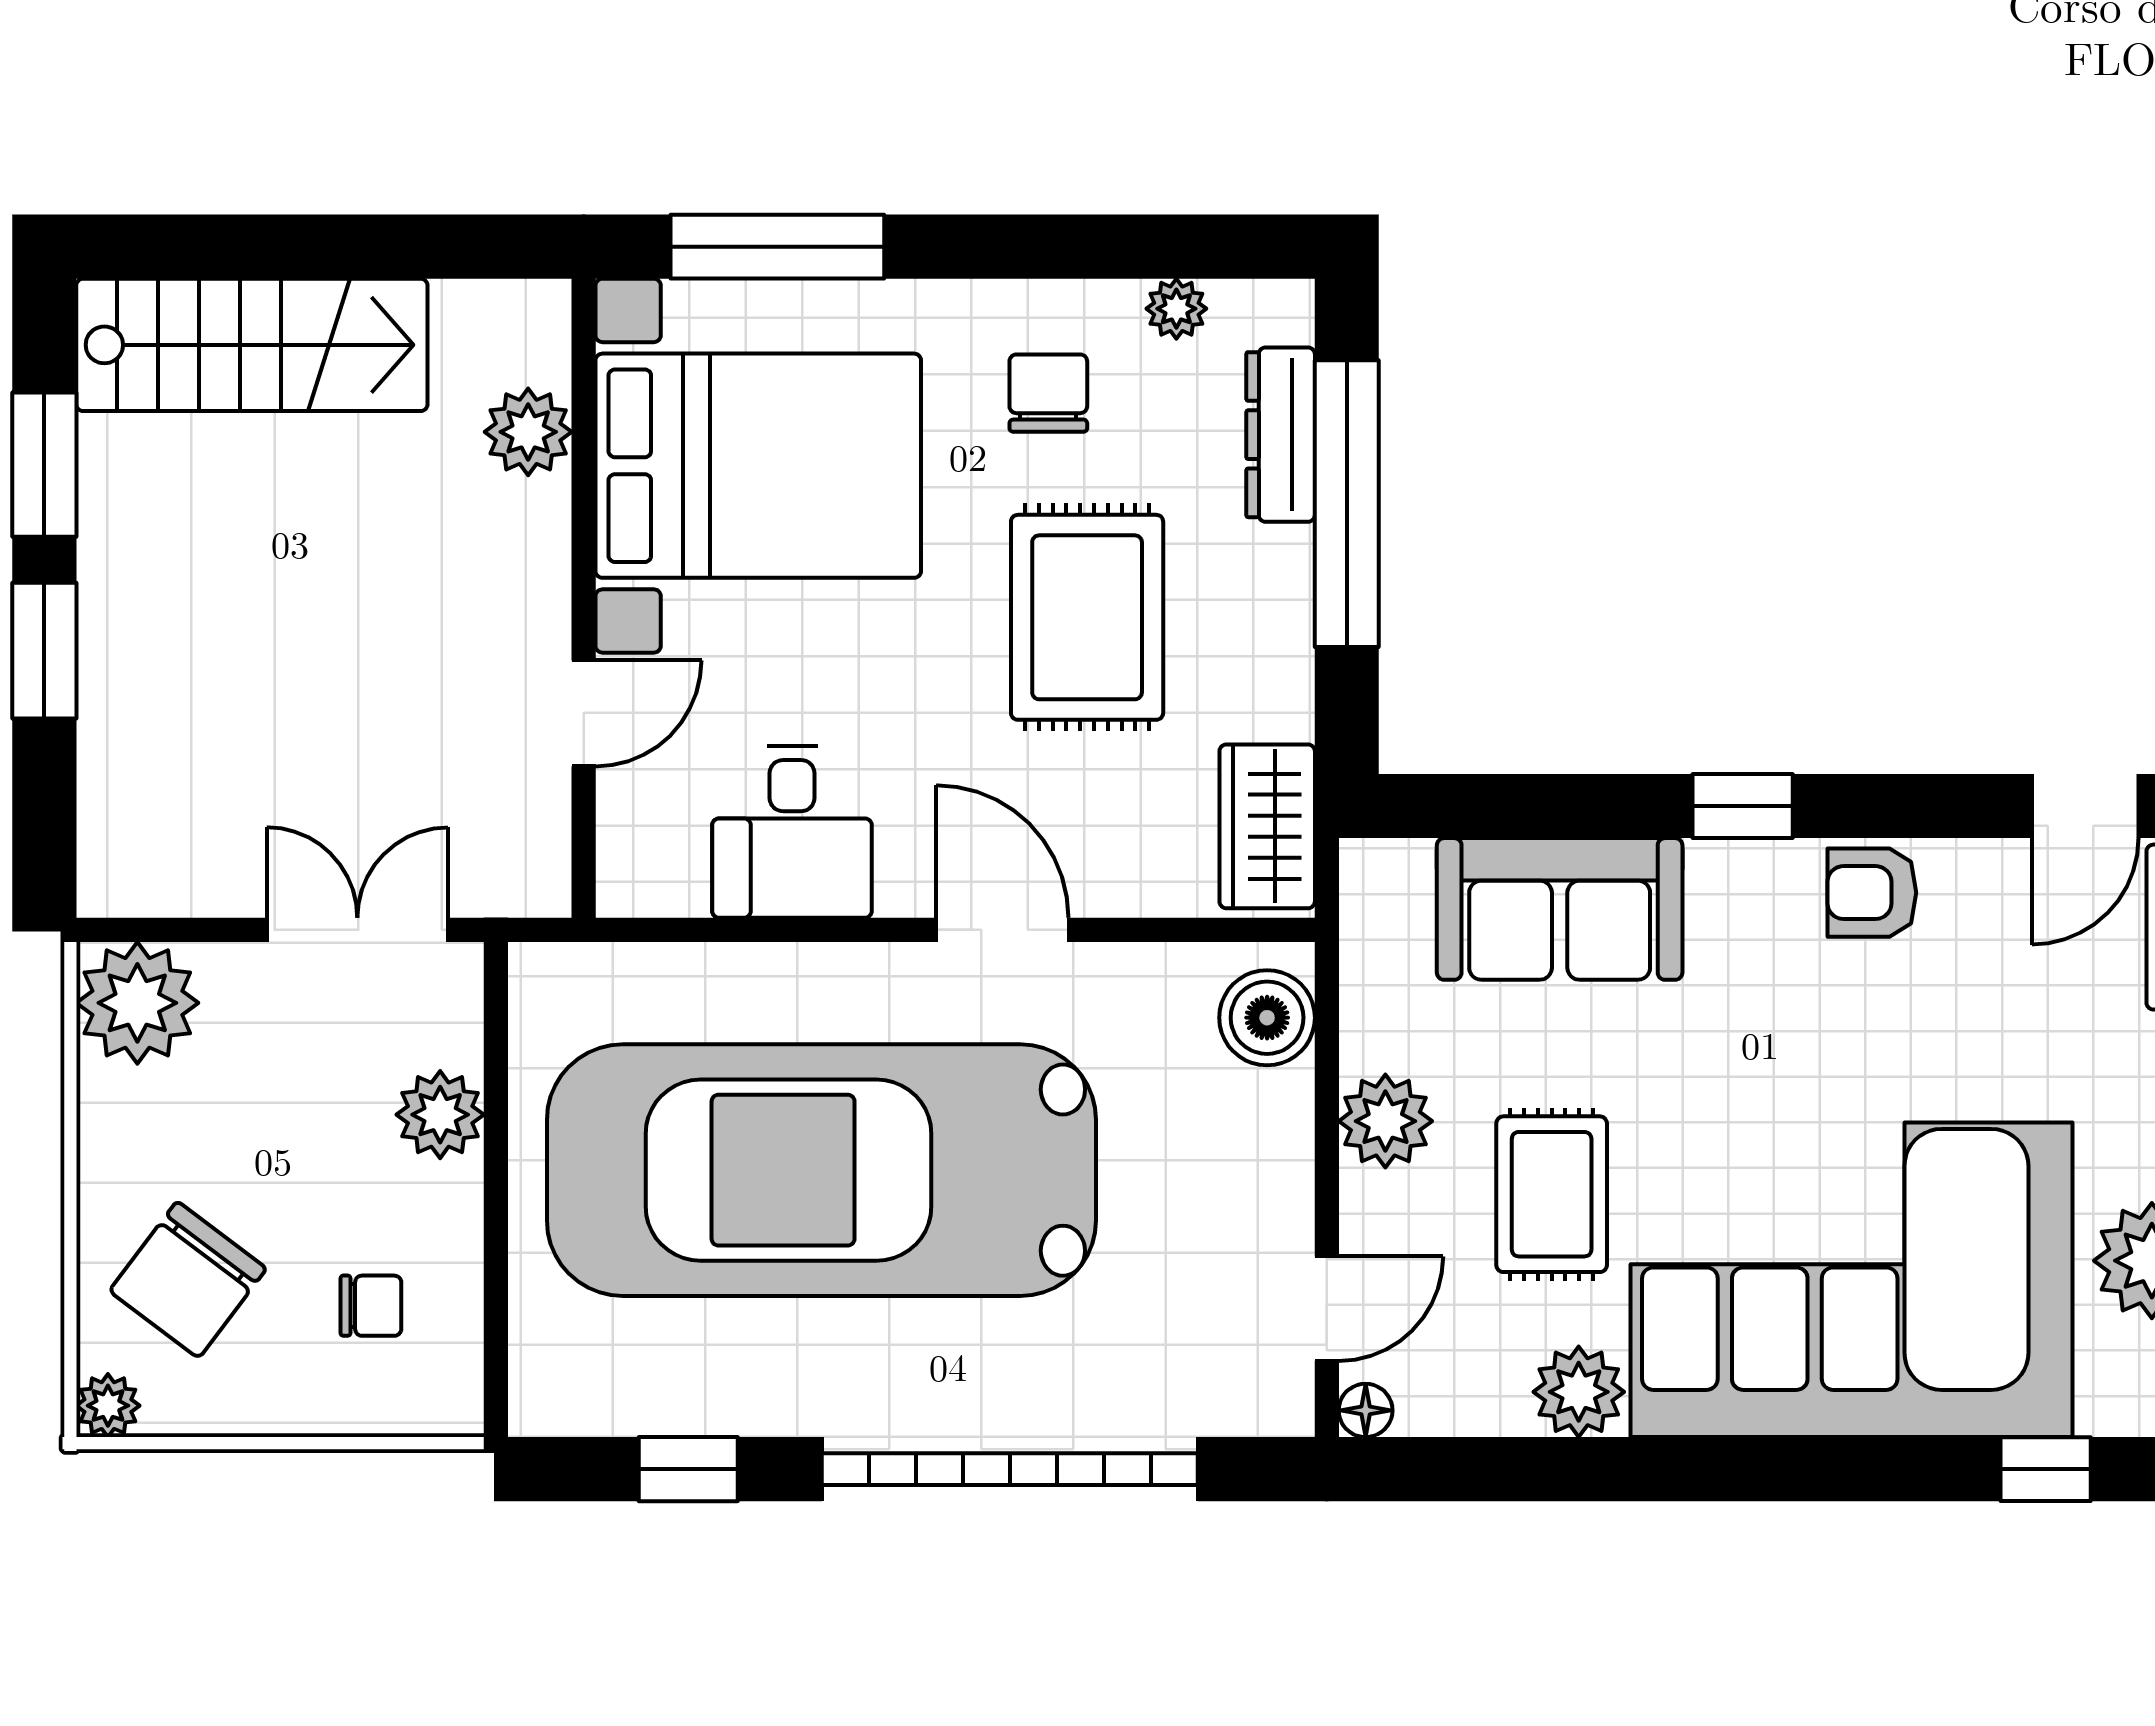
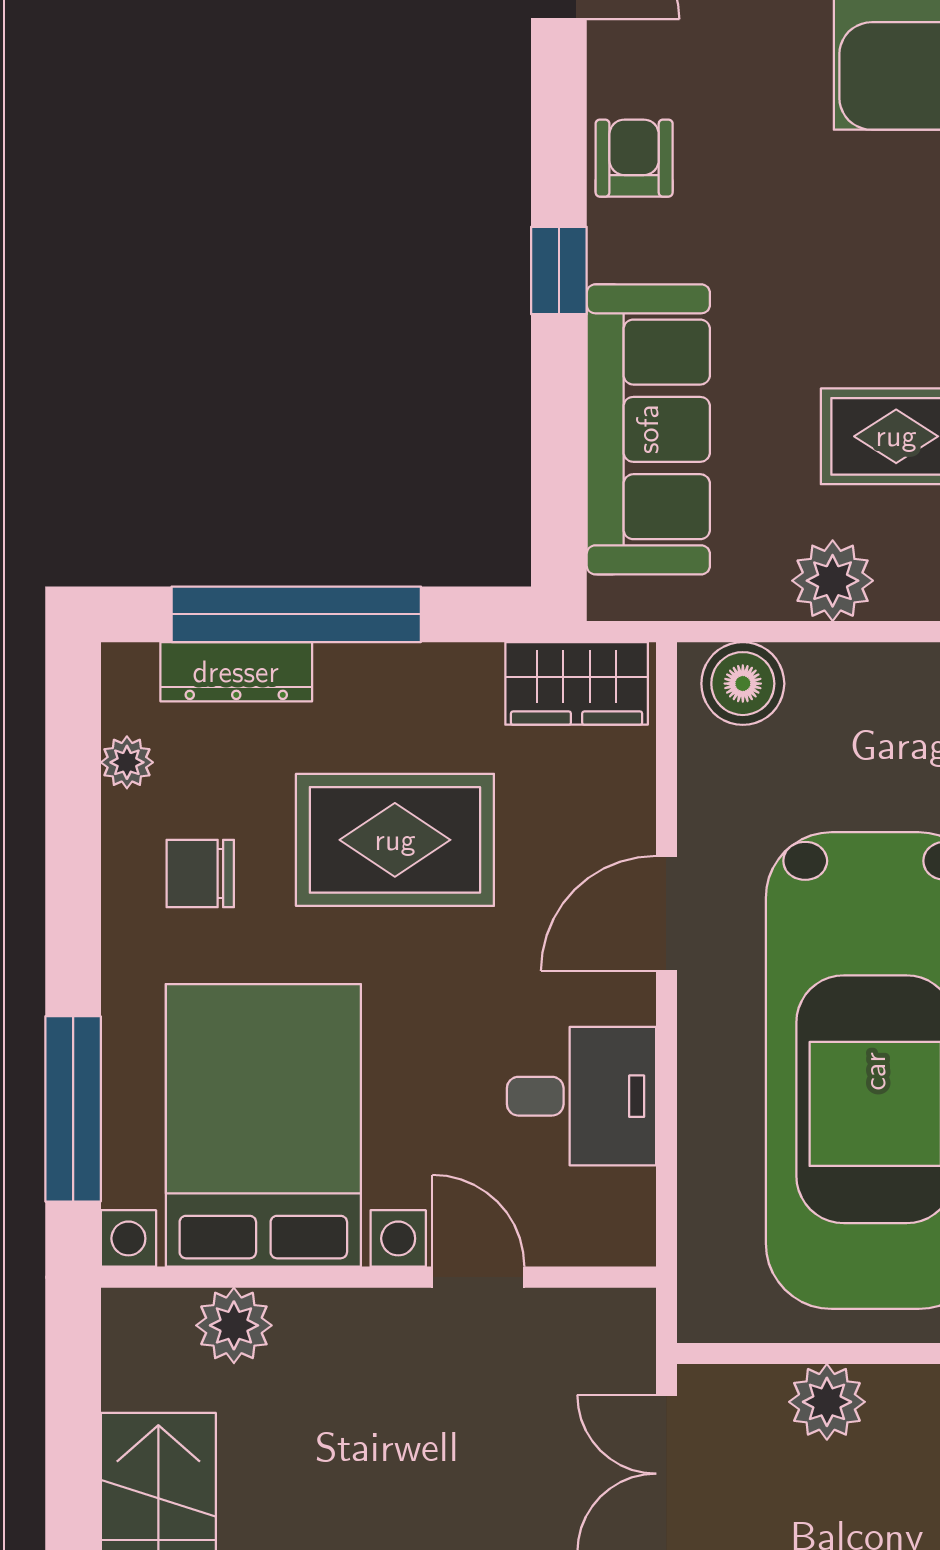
armchair: (1872, 893) -> (634, 158), turned 180
sofa: (1560, 909) -> (648, 429), width x1.36

